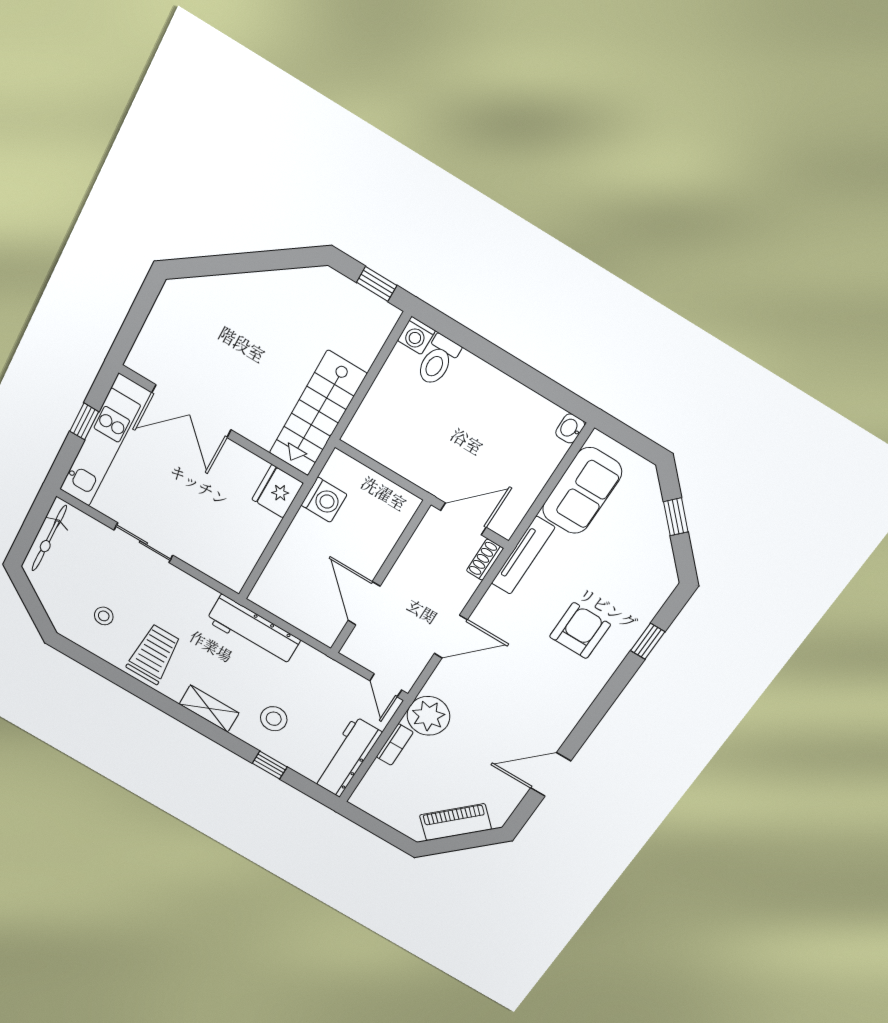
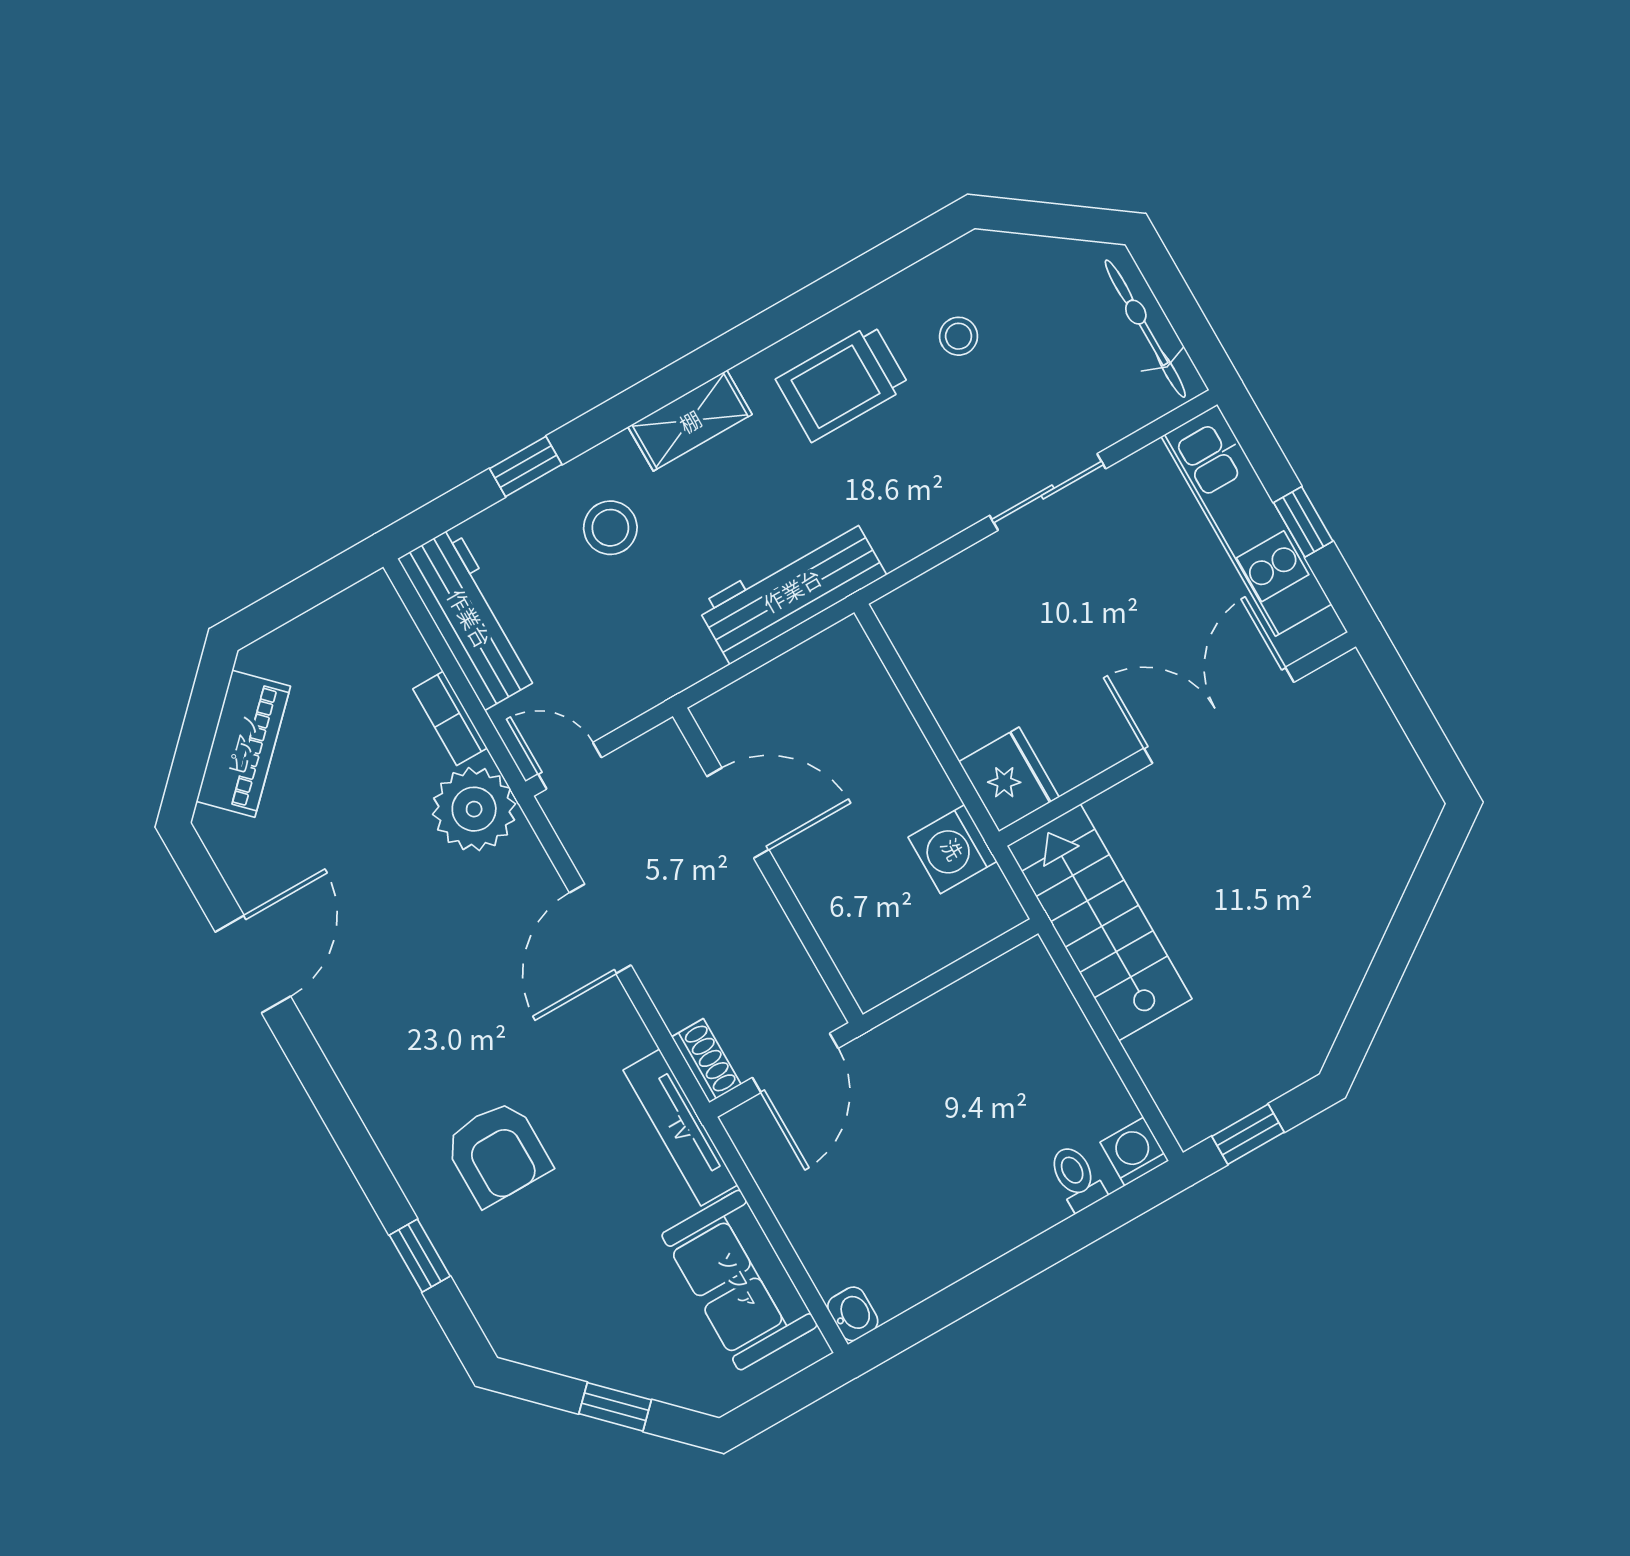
toilet: (438, 360) -> (1077, 1178), width x0.73, depth x0.72
trolley: (154, 654) -> (842, 383), turned 90

